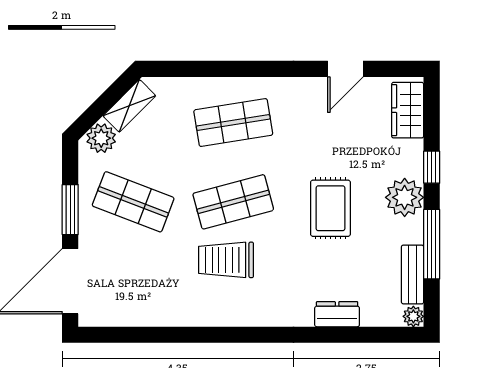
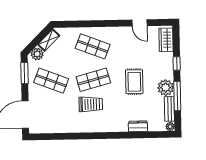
door: (345, 69) -> (139, 23), hinge flipped
shop shelf: (233, 123) -> (93, 46), turned 30
plant: (405, 197) -> (166, 88), moved
window: (70, 210) -> (24, 73), moved
trolley: (226, 260) -> (91, 104), turned 180

